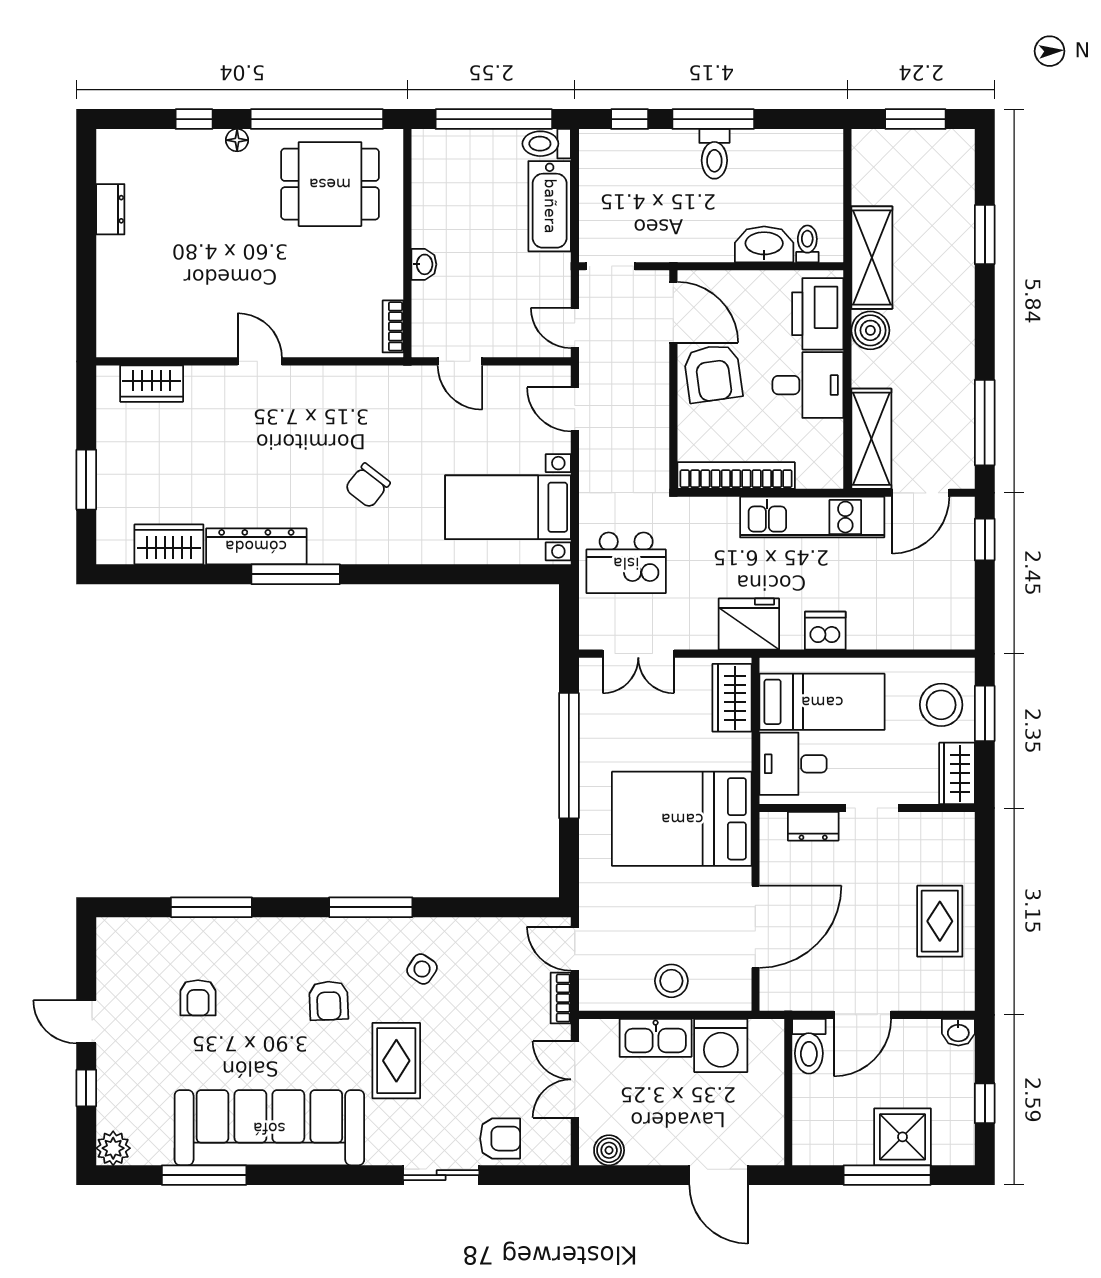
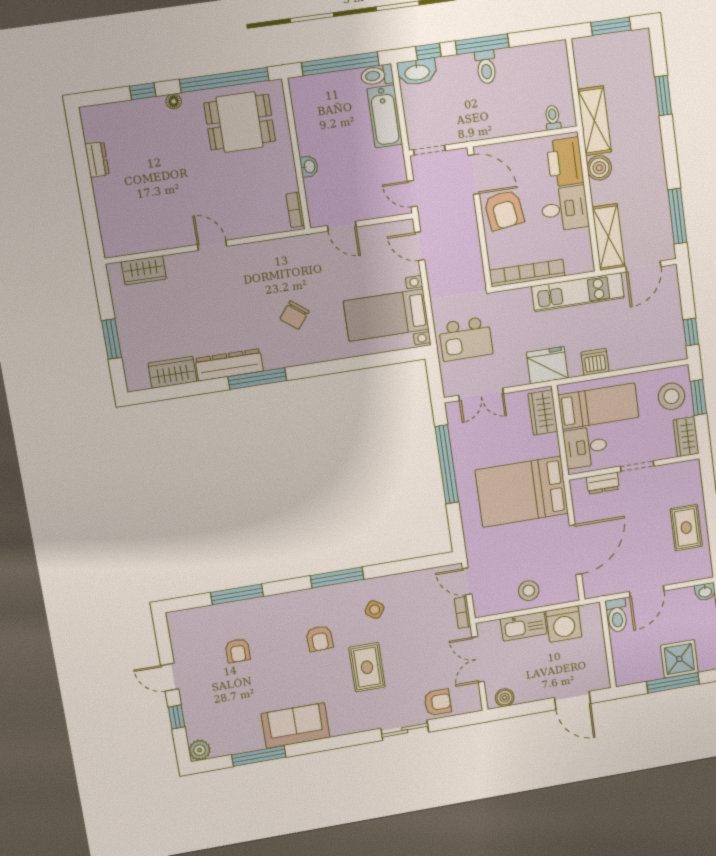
washbasin: (764, 244) -> (417, 72), moved, turned 180
window: (985, 540) -> (691, 332), moved
sofa: (269, 1128) -> (296, 726), width x0.54, depth x0.79

